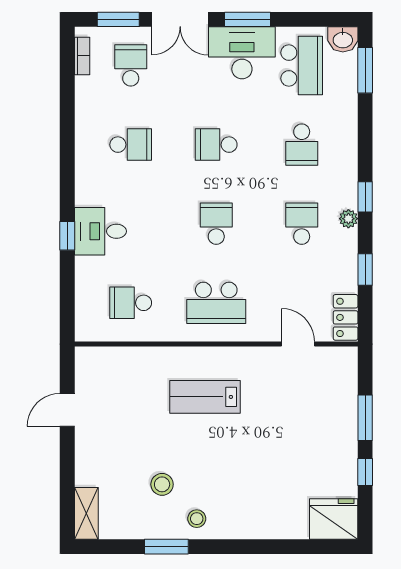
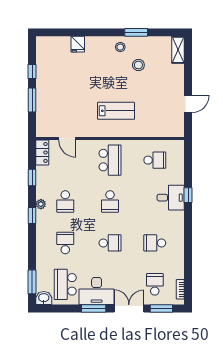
school desk: (131, 65) -> (155, 284), turned 180
school desk: (216, 303) -> (110, 160), turned 90
fridge: (334, 519) -> (78, 44), moved, width x0.53, depth x0.75

